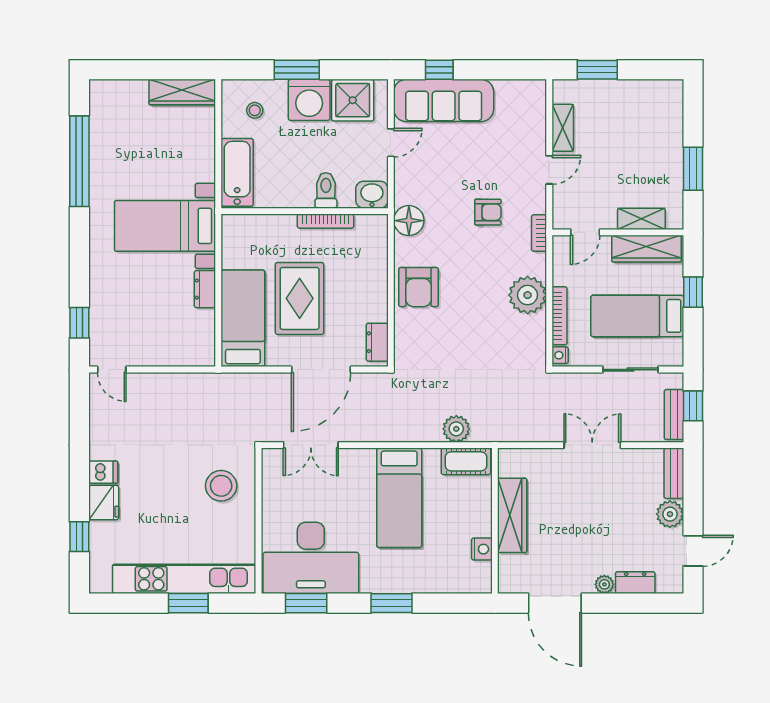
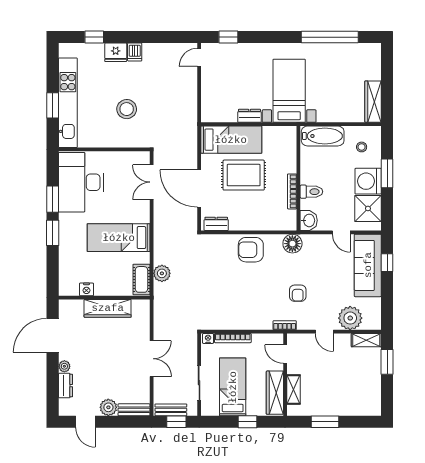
shelving: (563, 128) -> (366, 340), moved
plant: (528, 295) -> (350, 318), moved
stool: (221, 486) -> (127, 109), moved
window: (306, 603) -> (53, 199), moved

